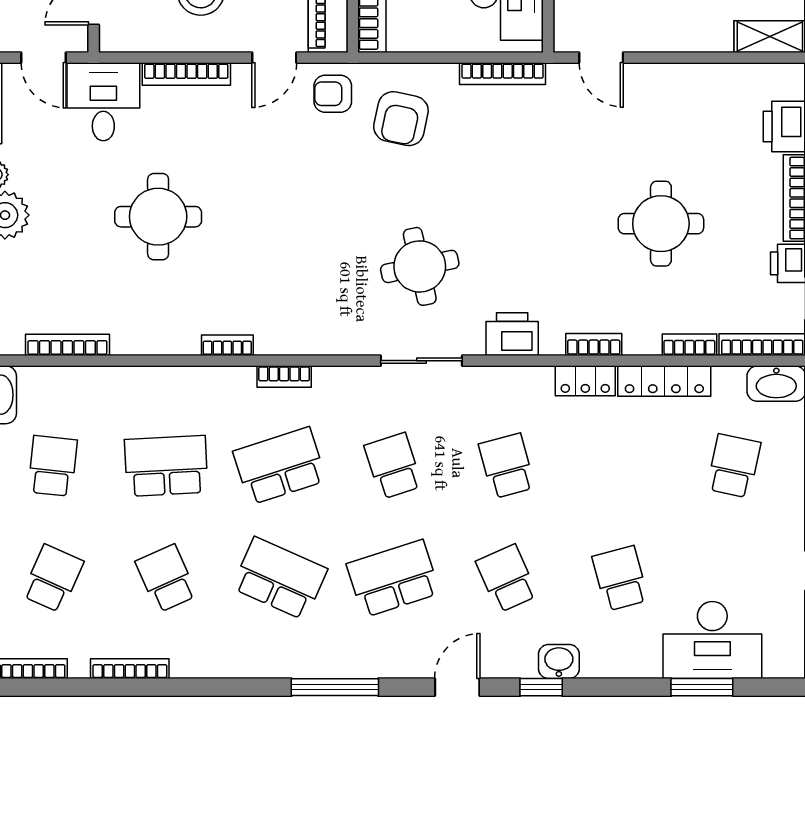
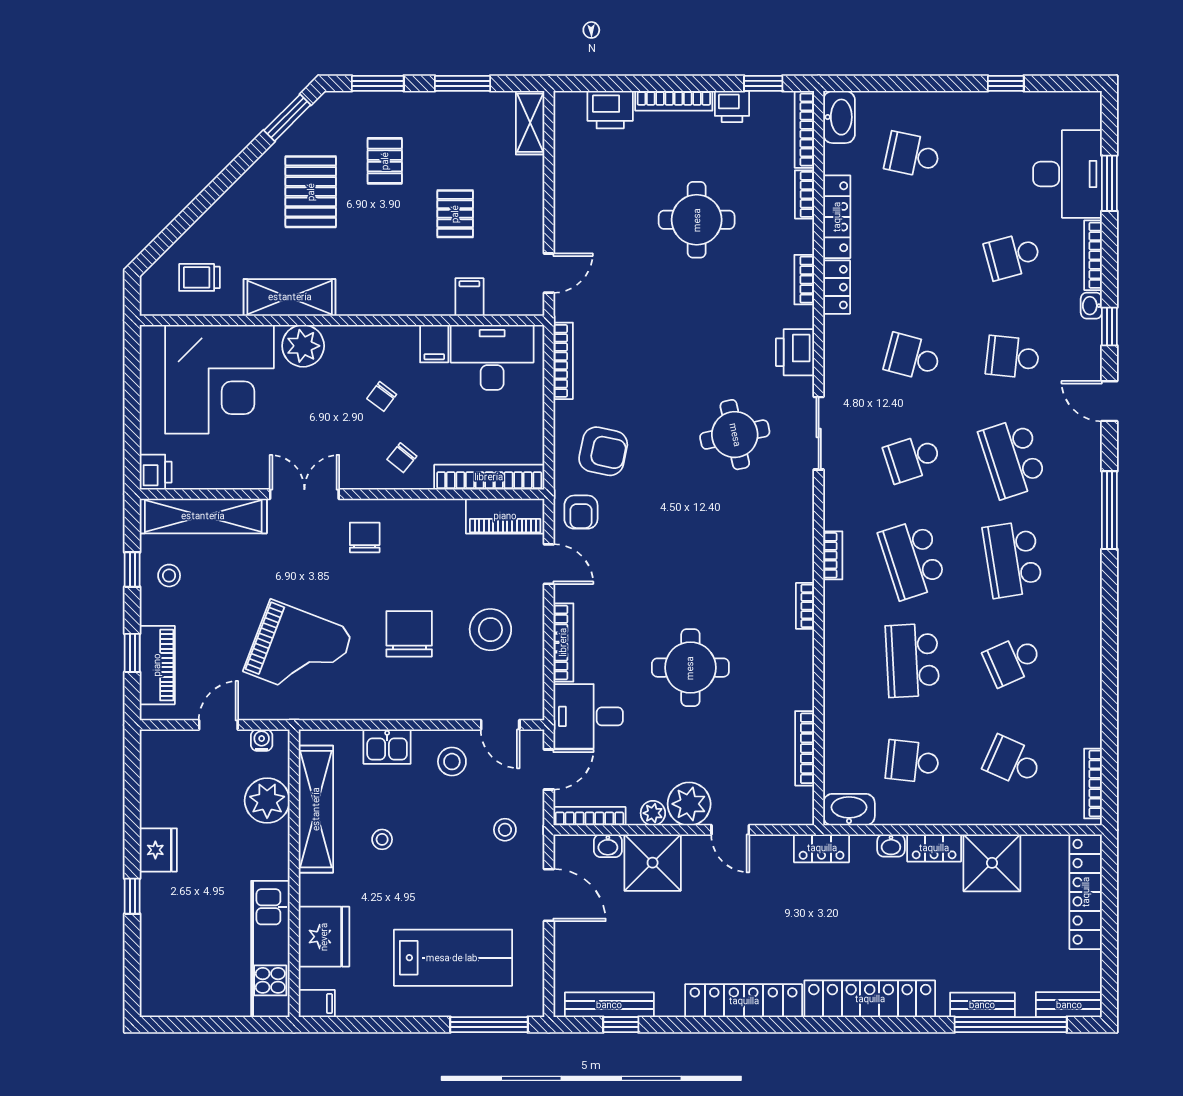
school desk: (507, 466) -> (912, 357), turned 30
school desk: (280, 578) -> (1013, 559), turned -33
school desk: (507, 578) -> (1013, 357), turned 30
washbasin: (559, 661) -> (1091, 306), width x0.72, depth x0.69
bookcase: (130, 669) -> (1093, 255), moved

